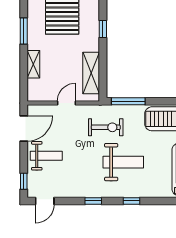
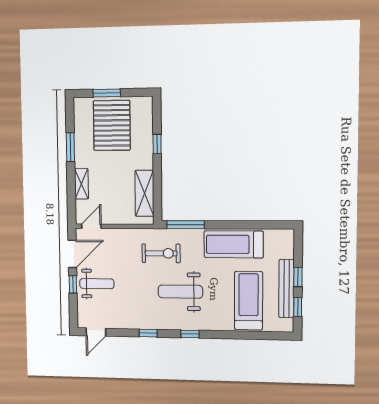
door: (66, 103) -> (91, 226), moved
weight bench: (123, 162) -> (180, 292), turned 180
window: (24, 181) -> (73, 284), moved

